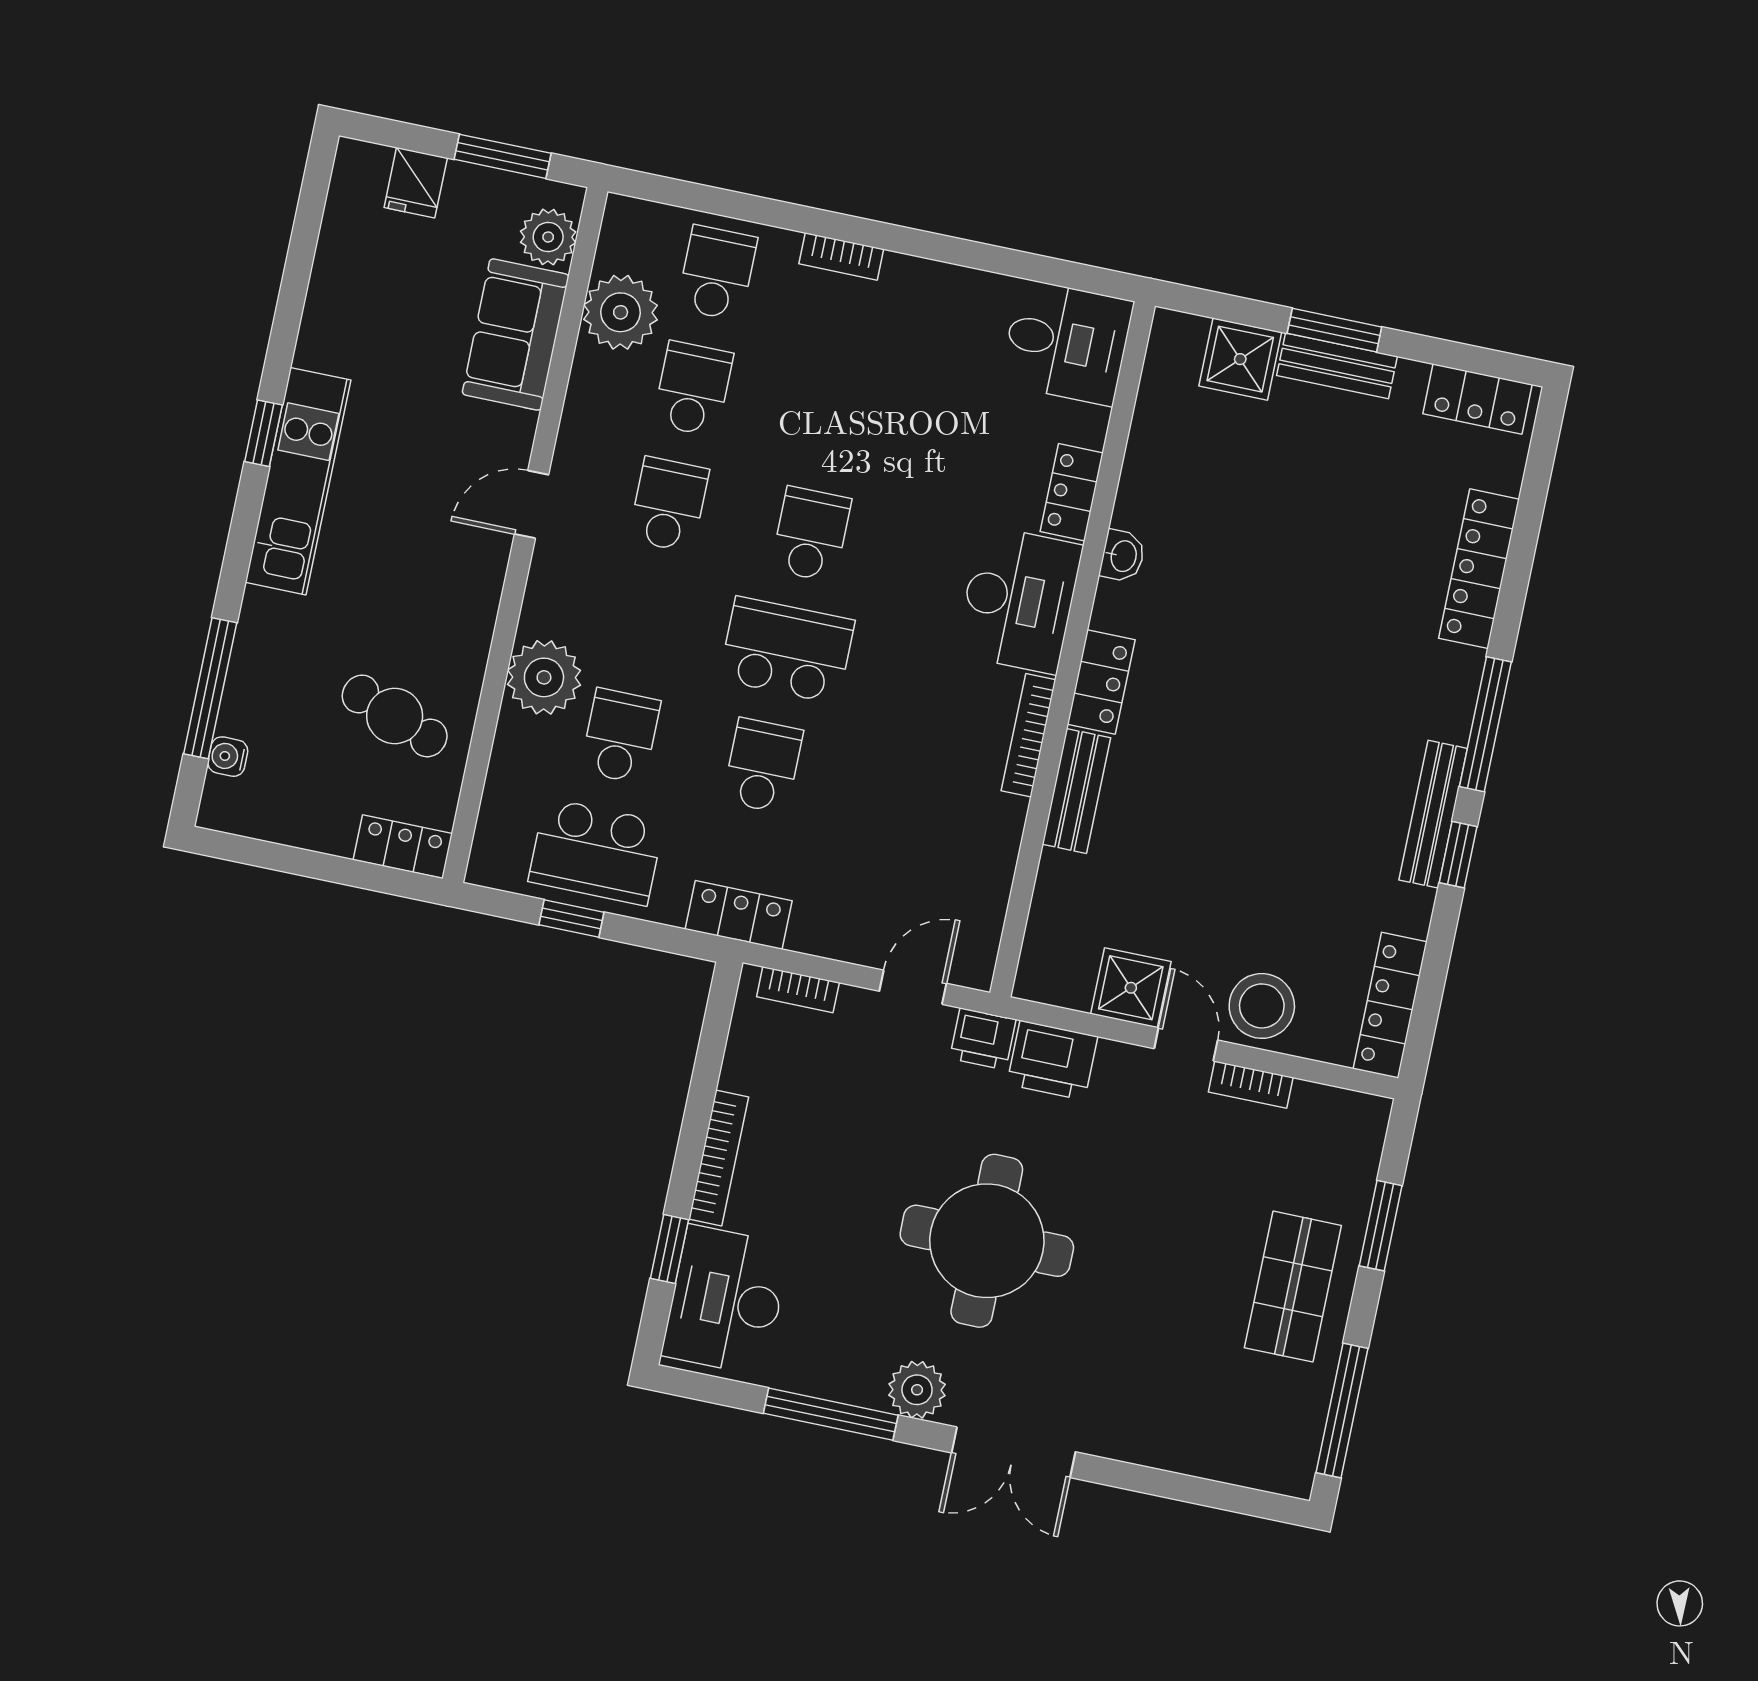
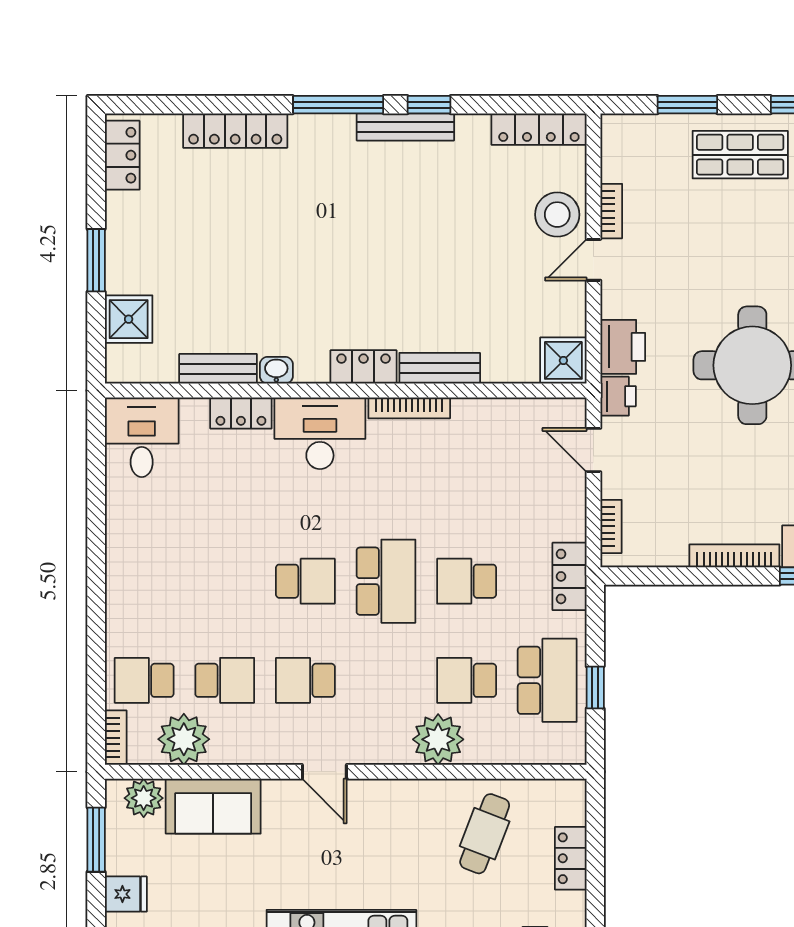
bookcase: (841, 256) -> (116, 738), moved
bench: (1337, 366) -> (218, 369), moved, turned 90
school desk: (693, 389) -> (225, 680), turned 180
school desk: (811, 534) -> (305, 581), turned 180
school desk: (787, 650) -> (386, 581), turned 180
locker: (403, 847) -> (571, 858), moved
shower: (1131, 988) -> (563, 360), moved

